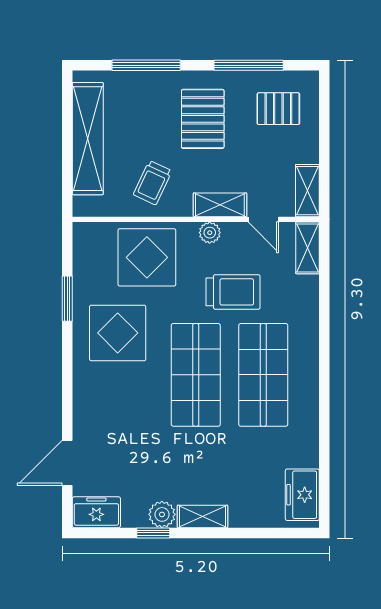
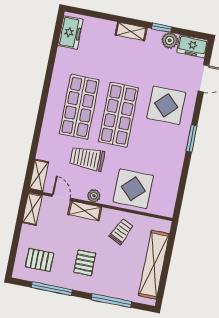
pallet: (203, 119) -> (85, 263), width x0.67, depth x0.71
window: (67, 299) -> (192, 138), moved
display table: (118, 333) -> (166, 105), moved
plant: (162, 514) -> (170, 40), moved

